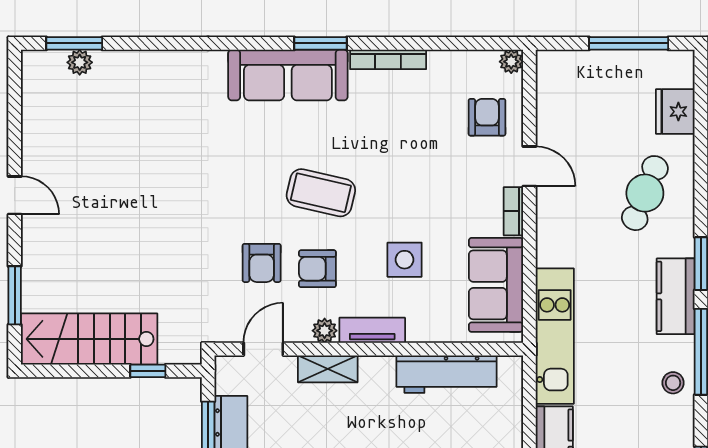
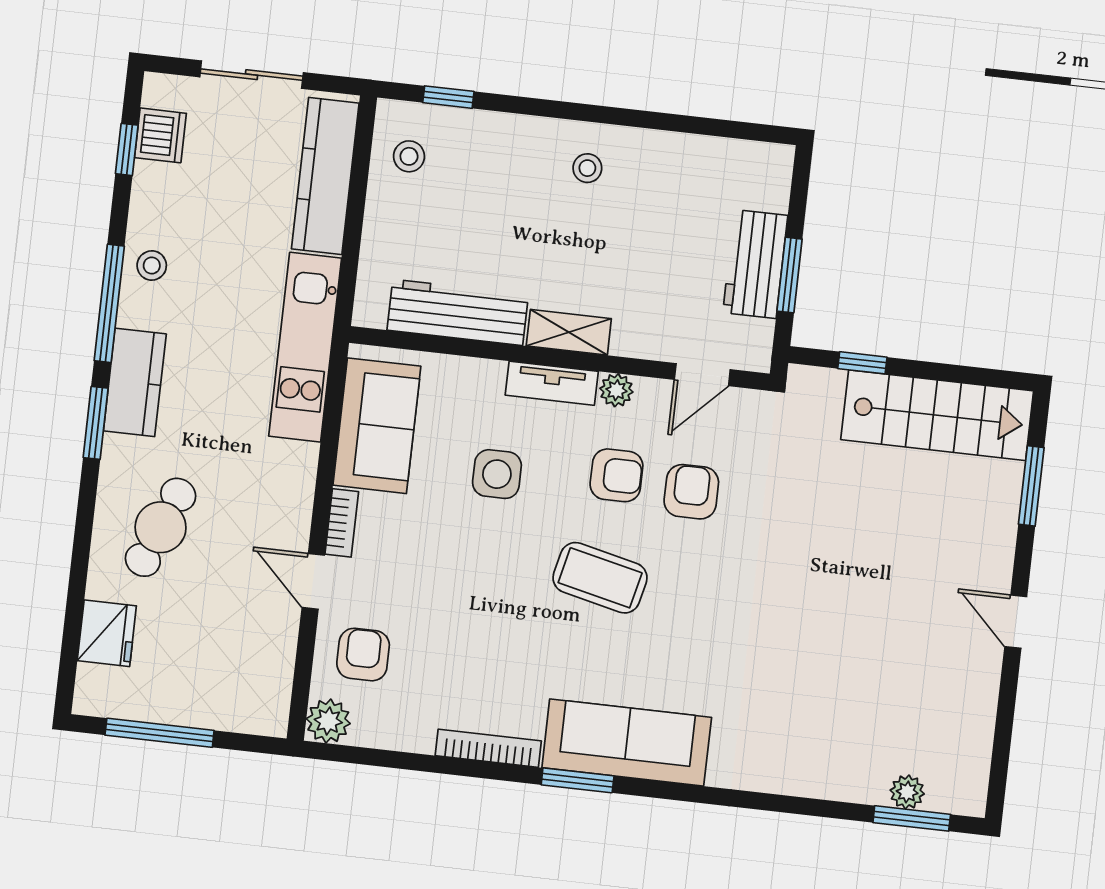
plant: (511, 62) -> (328, 721), width x1.38, depth x1.38
armchair: (487, 117) -> (363, 655), turned 180
shelving: (328, 369) -> (569, 332), moved

